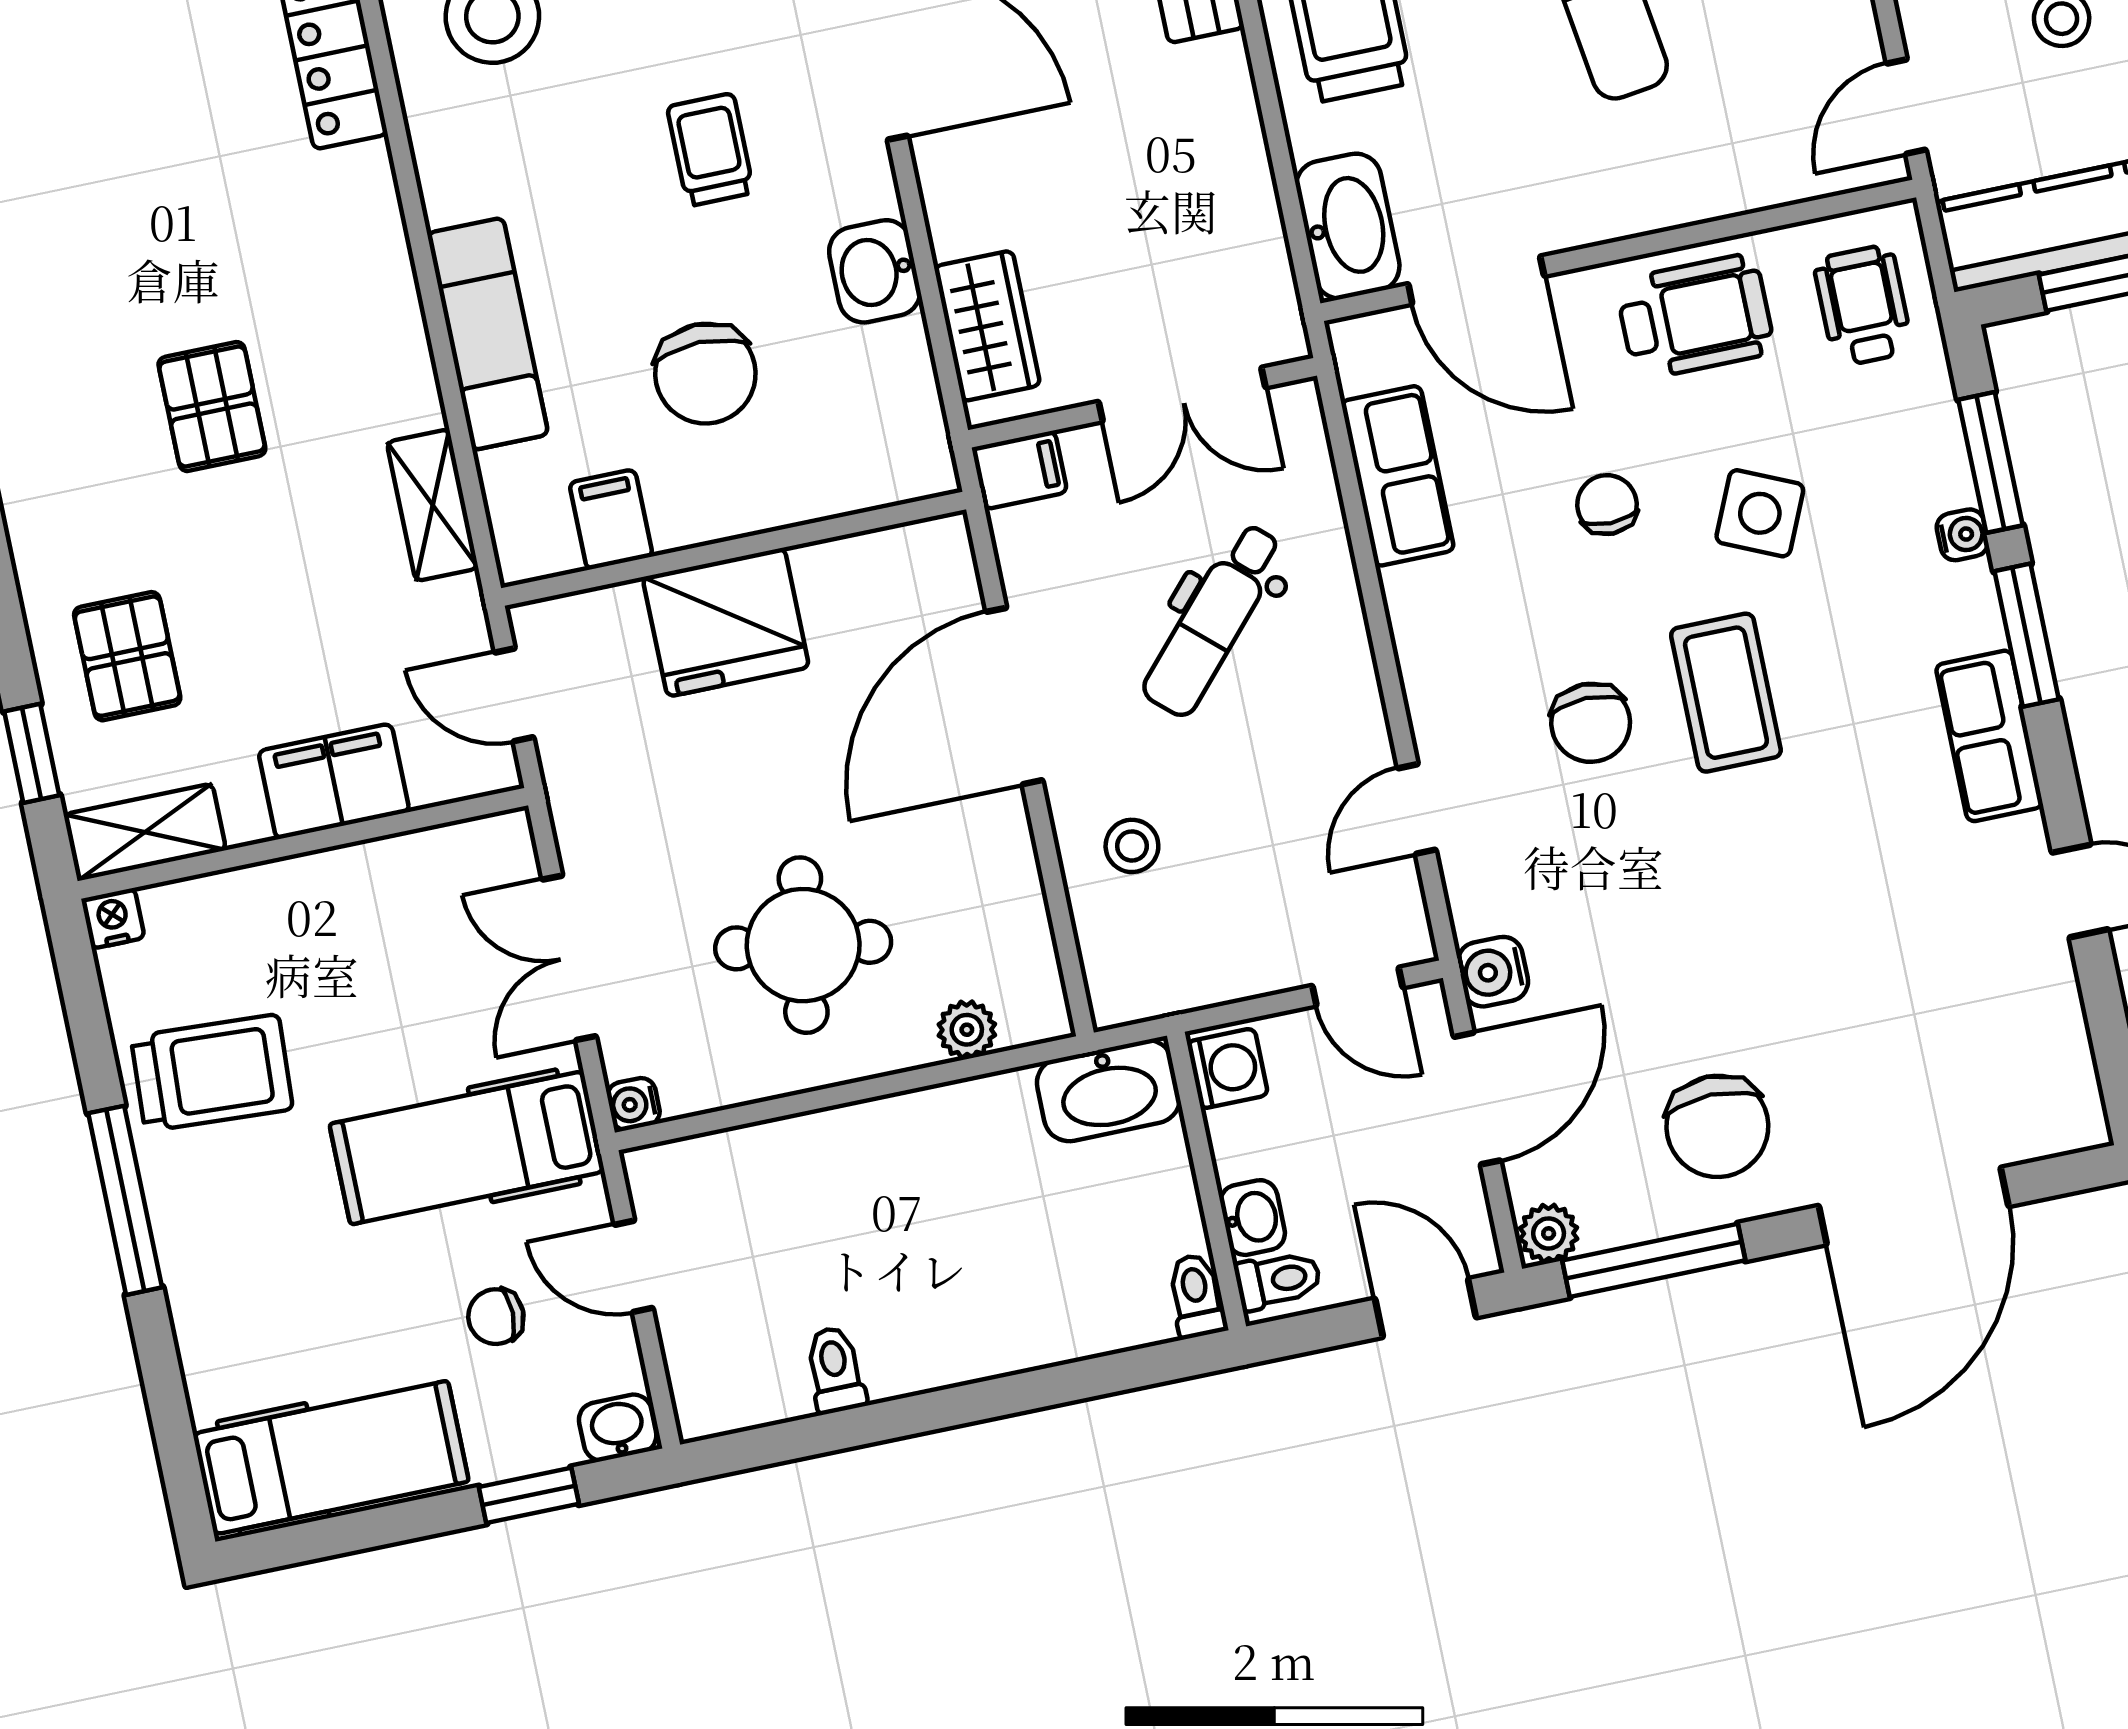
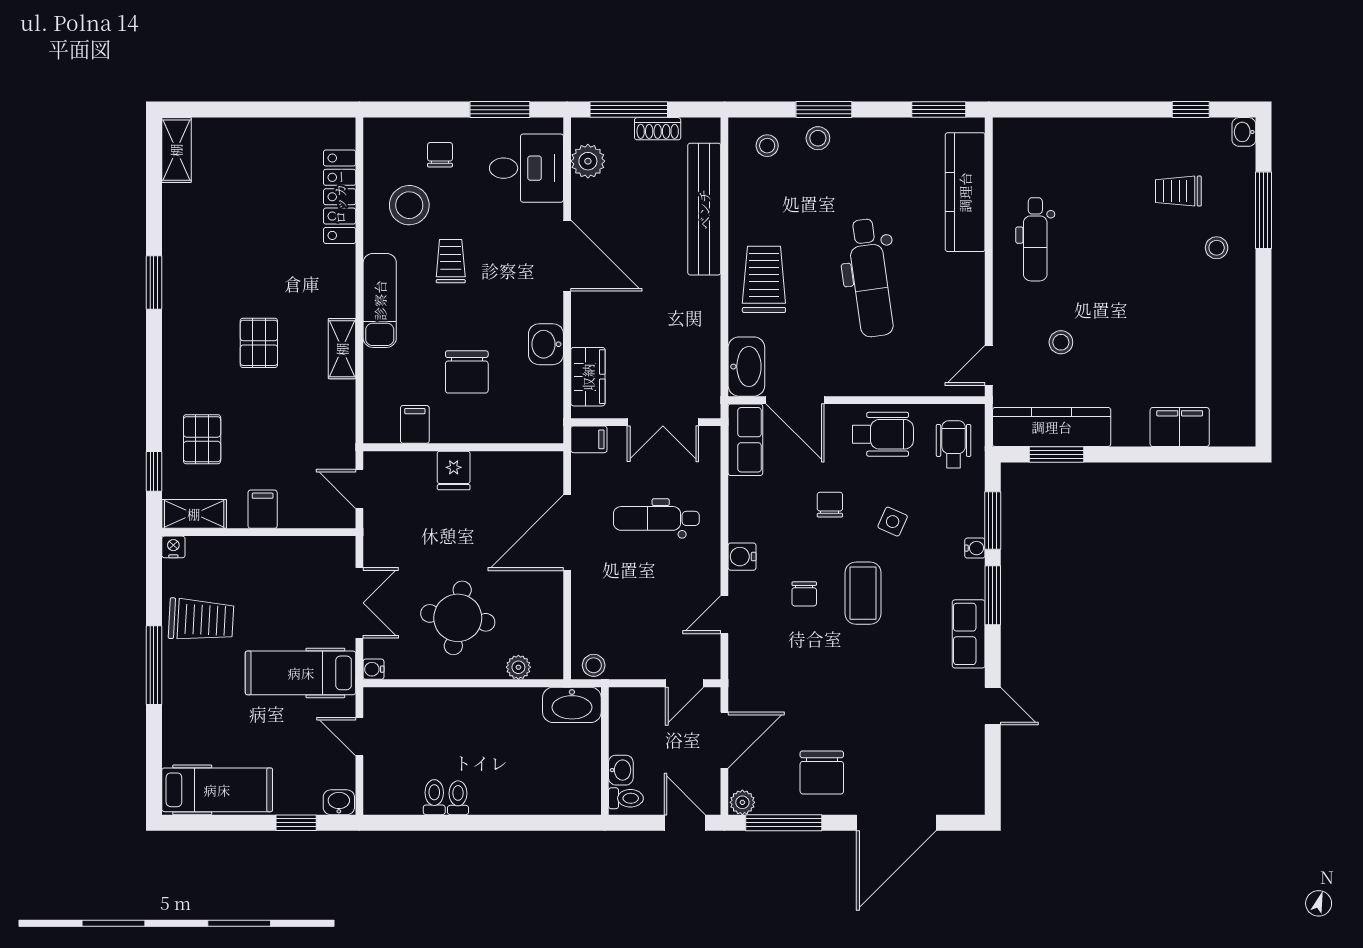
trolley: (710, 150) -> (451, 261), moved
exam couch: (488, 334) -> (380, 300), moved
row of seats: (1398, 476) -> (745, 440), moved
shelving: (433, 505) -> (342, 349), moved
side table: (1760, 513) -> (893, 522), width x0.73, depth x0.73
dental chair: (1213, 620) -> (656, 518), turned 48
fridge: (726, 622) -> (454, 470), width x0.53, depth x0.75
chair: (1591, 723) -> (804, 594), width x0.73, depth x0.73
filing cabinet: (334, 781) -> (263, 509), width x0.50
stool: (1132, 846) -> (594, 665), moved
double door: (569, 958) -> (359, 603), swing flipped
water cooler: (1493, 972) -> (742, 557), moved
door: (1357, 987) -> (684, 683), hinge flipped
washing machine: (1227, 1068) -> (623, 706), removed
toilet: (1196, 1296) -> (458, 798), moved
chair: (496, 1317) -> (298, 746), removed

